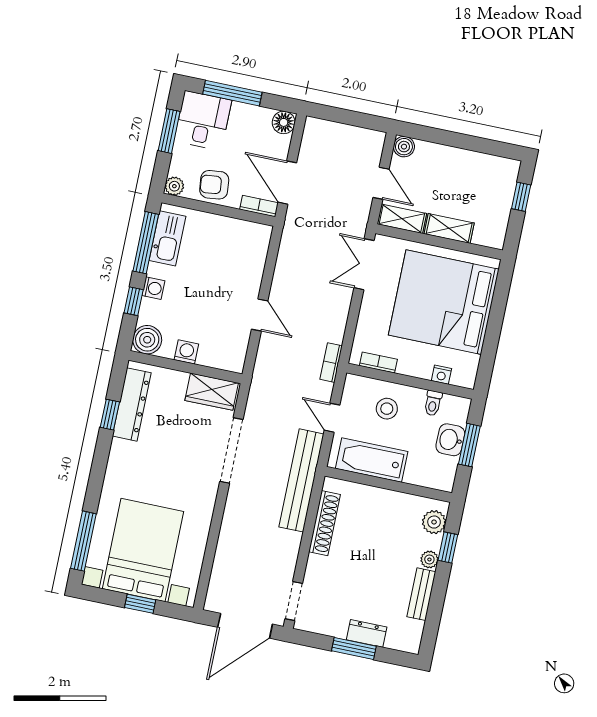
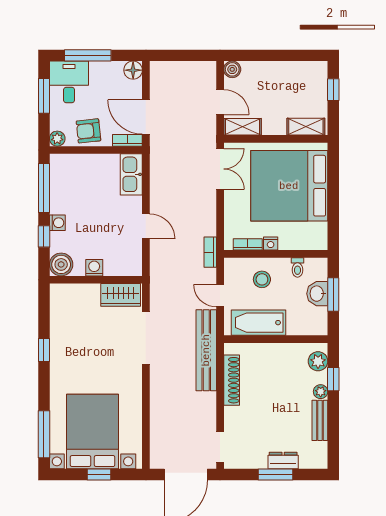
shelving: (449, 228) -> (306, 127), moved
kitchen sink: (168, 238) -> (131, 174), moved, turned 180
double door: (364, 264) -> (220, 169), swing flipped
nightstand: (441, 375) -> (271, 244), moved
dresser: (132, 404) -> (60, 318), removed
window: (110, 415) -> (44, 350), moved

